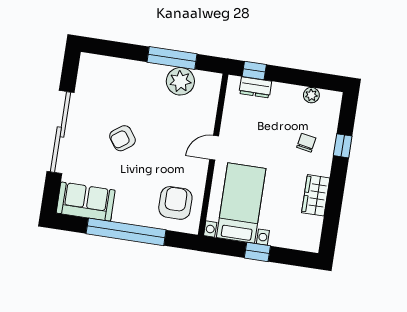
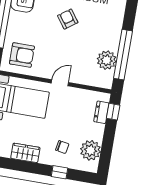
window: (172, 58) -> (123, 55), width x1.46
plant: (311, 95) -> (91, 150), width x1.87, depth x1.87
door: (214, 148) -> (60, 83), hinge flipped

